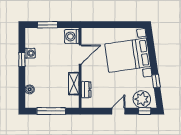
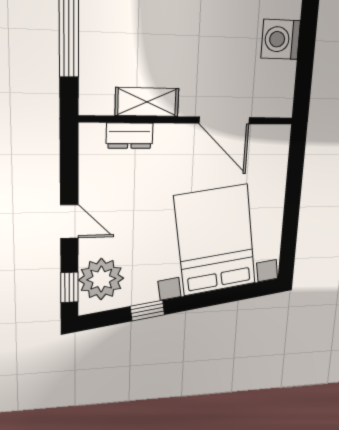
window: (48, 25) -> (308, 34), removed
washing machine: (72, 36) -> (281, 39), moved, turned -90

